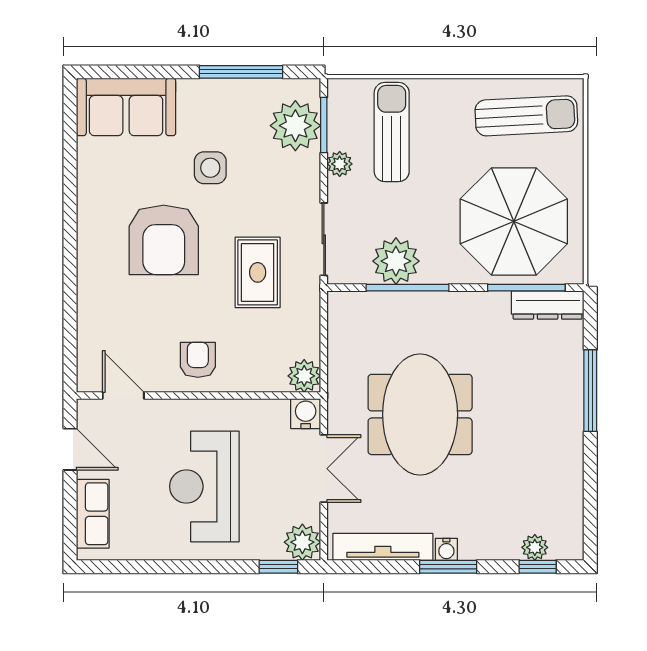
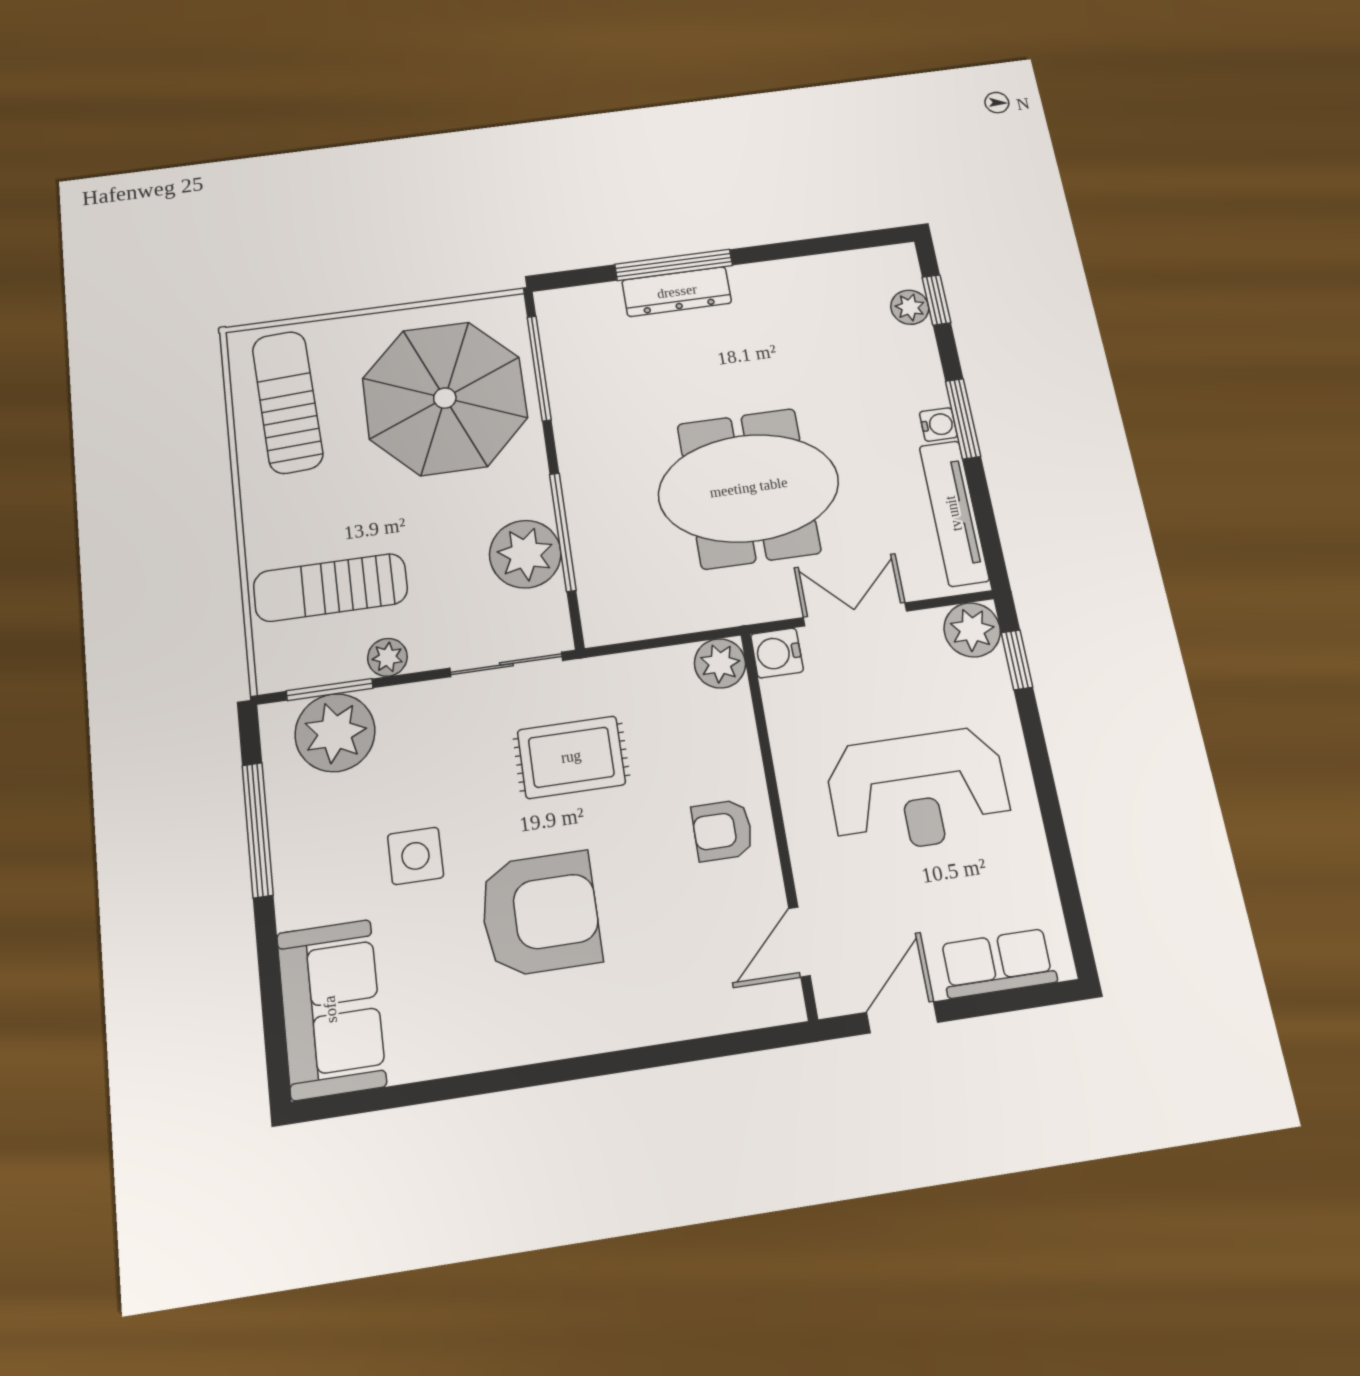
dresser: (548, 305) -> (677, 292), moved, turned 90

